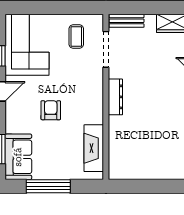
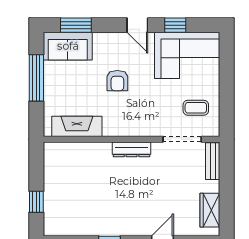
armchair: (51, 110) -> (117, 81), turned 90
window: (165, 186) -> (36, 202), added

